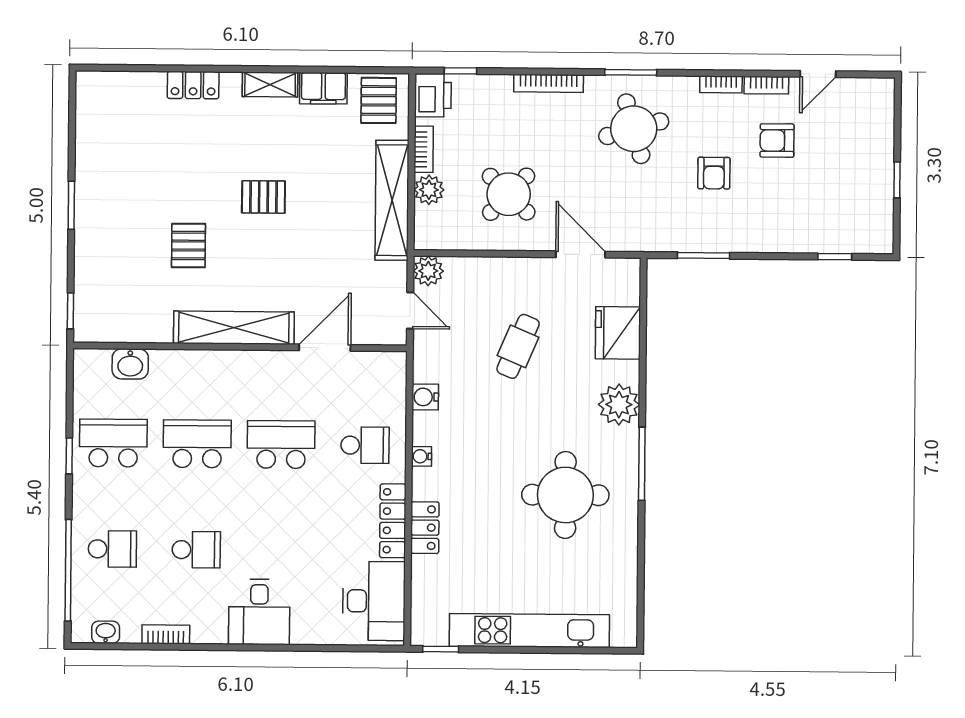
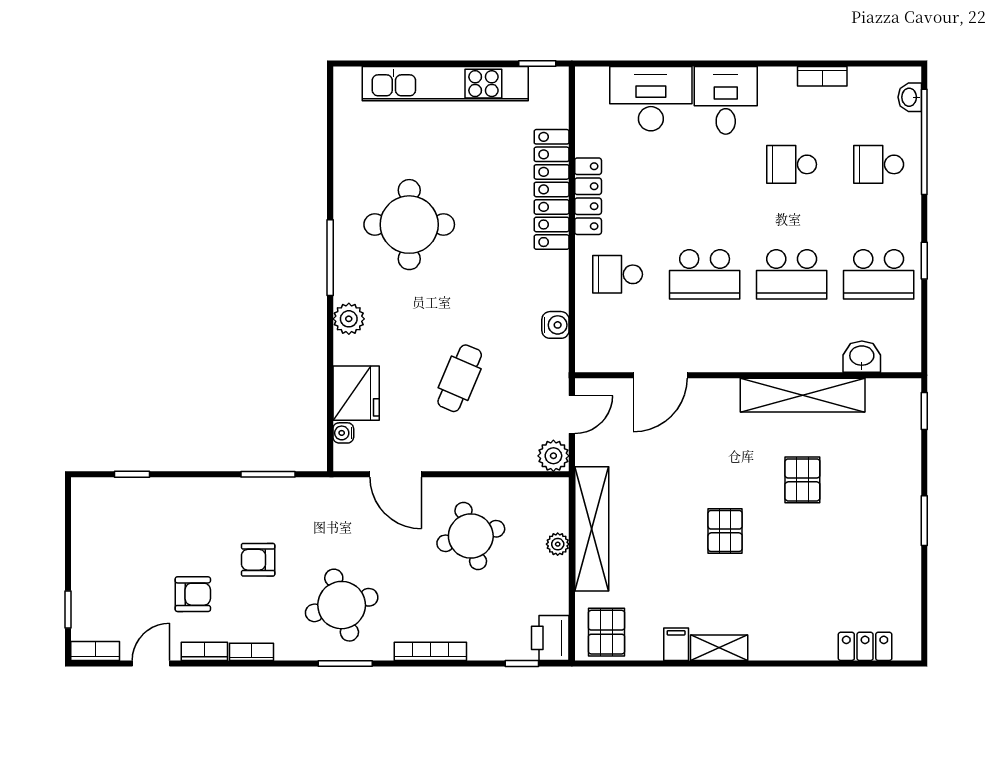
locker: (193, 85) -> (865, 646), moved
filing cabinet: (323, 88) -> (676, 644), width x0.50
bookcase: (424, 149) -> (95, 651), moved, turned 90
armchair: (714, 173) -> (258, 560), turned -90
window: (897, 180) -> (68, 610), moved
plant: (429, 190) -> (558, 544), width x0.73, depth x0.73
round table: (509, 194) -> (471, 536), turned 30
pallet: (263, 197) -> (725, 531), turned 90
door: (410, 311) -> (572, 414), swing flipped
shelving: (234, 328) -> (803, 395), moved
plant: (619, 405) -> (349, 319), width x0.73, depth x0.73
water cooler: (422, 456) -> (343, 433), moved, turned 180
locker: (425, 528) -> (552, 189), width x2.16, depth x1.21
desk: (374, 601) -> (651, 99), moved, turned 90
washbasin: (106, 632) -> (910, 97), moved, turned 90

